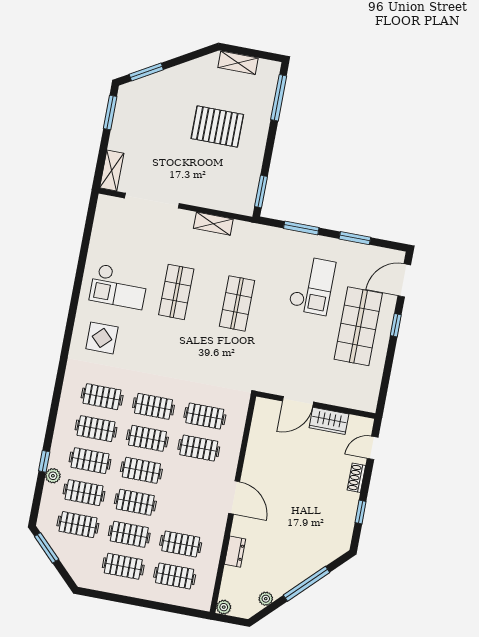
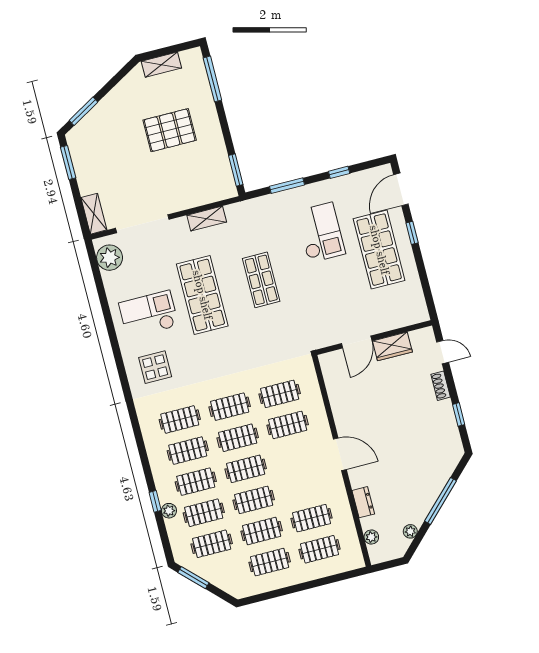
plant: (107, 218) -> (110, 258), added
window: (355, 238) -> (339, 172), width x0.67
checkout: (119, 287) -> (149, 314), turned 180
shop shelf: (176, 292) -> (202, 295), width x1.43, depth x1.36
door: (373, 448) -> (443, 352), swing flipped
plant: (224, 607) -> (371, 537), moved

